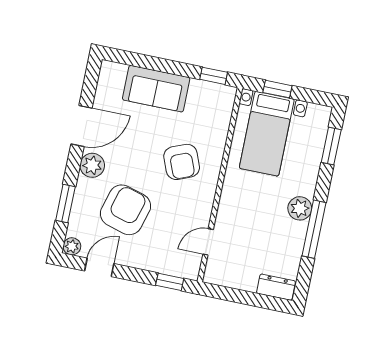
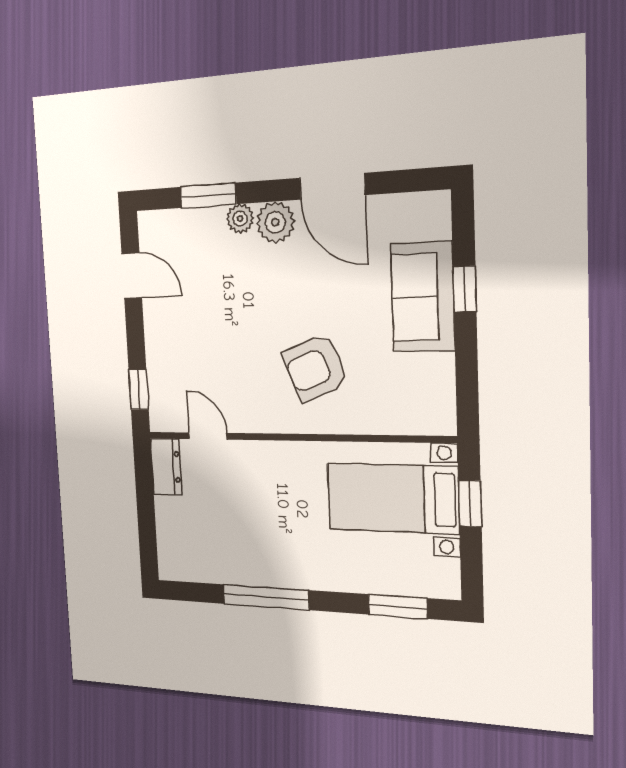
window: (214, 76) -> (465, 289), moved
plant: (300, 208) -> (291, 570), removed
armchair: (126, 210) -> (222, 295), removed
plant: (72, 246) -> (240, 219), moved
dresser: (276, 287) -> (166, 467), moved

